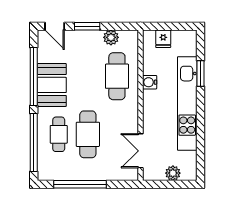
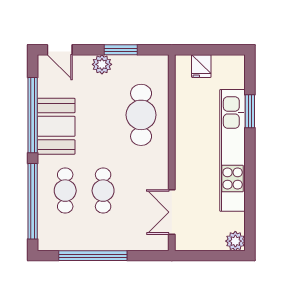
window: (87, 26) -> (121, 50), moved
plant: (111, 37) -> (102, 64), moved
water cooler: (150, 82) -> (184, 123), removed
cafe table: (88, 134) -> (103, 191), width x0.73, depth x0.74
plant: (173, 173) -> (235, 241), moved

